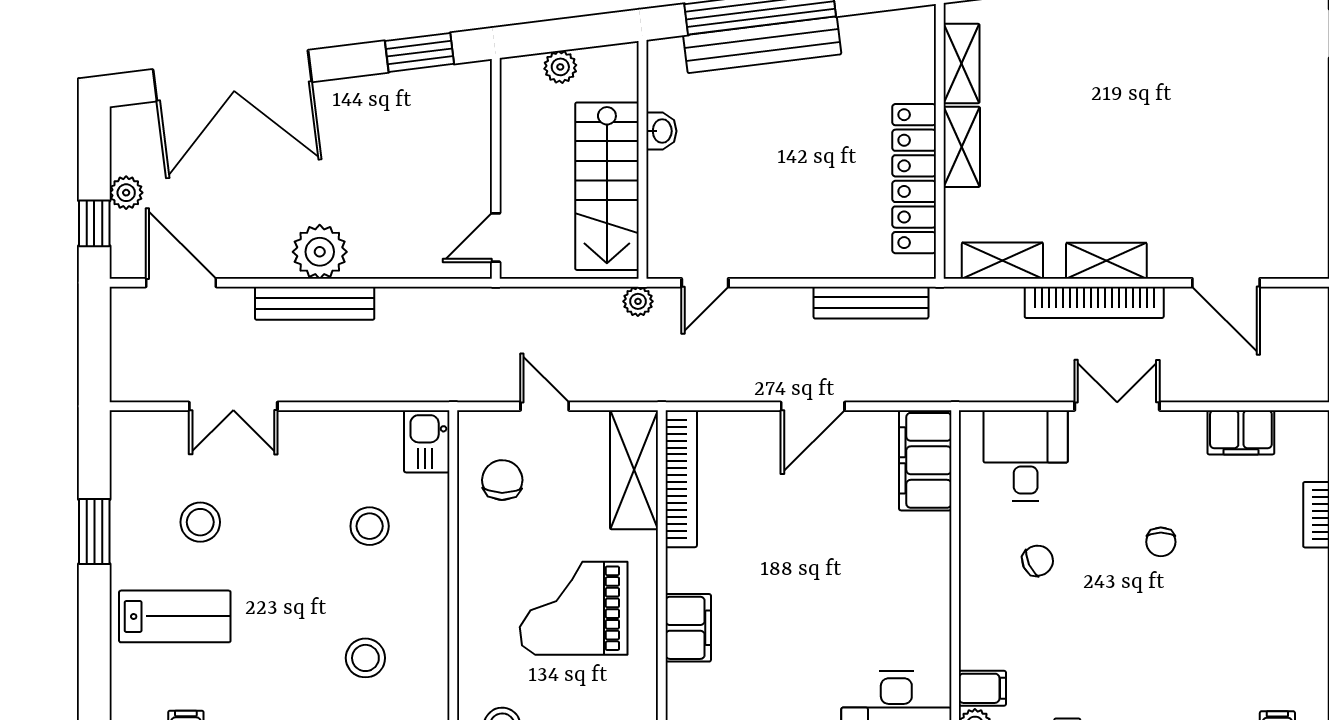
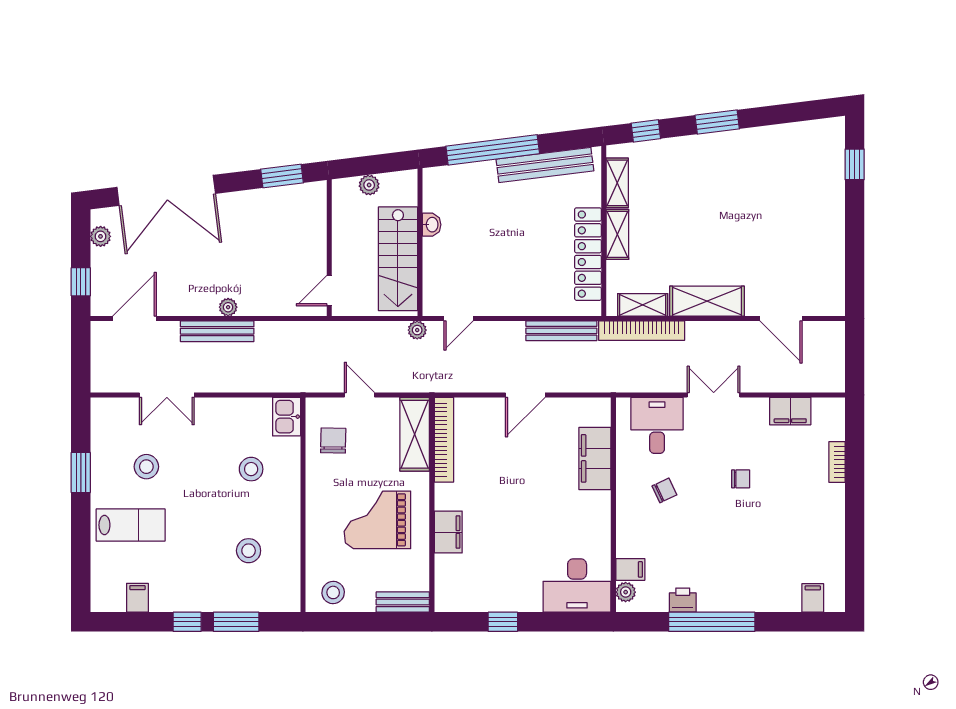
bench: (762, 45) -> (545, 165), moved
plant: (126, 193) -> (101, 236), moved
plant: (320, 252) -> (228, 307), width x0.53, depth x0.53
shelving: (1106, 261) -> (707, 301), width x1.50, depth x1.33
door: (181, 283) -> (134, 318), hinge flipped
bookcase: (1094, 302) -> (642, 331), moved
filing cabinet: (925, 460) -> (595, 458), moved
chair: (1161, 542) -> (741, 479), turned -90

